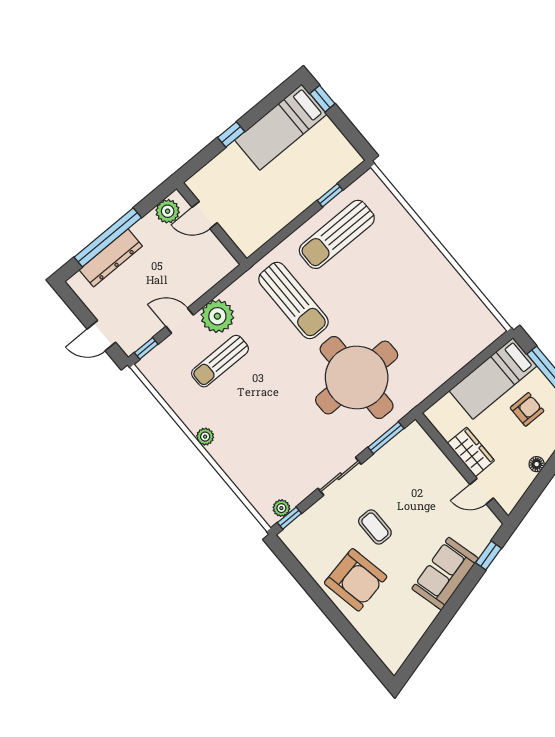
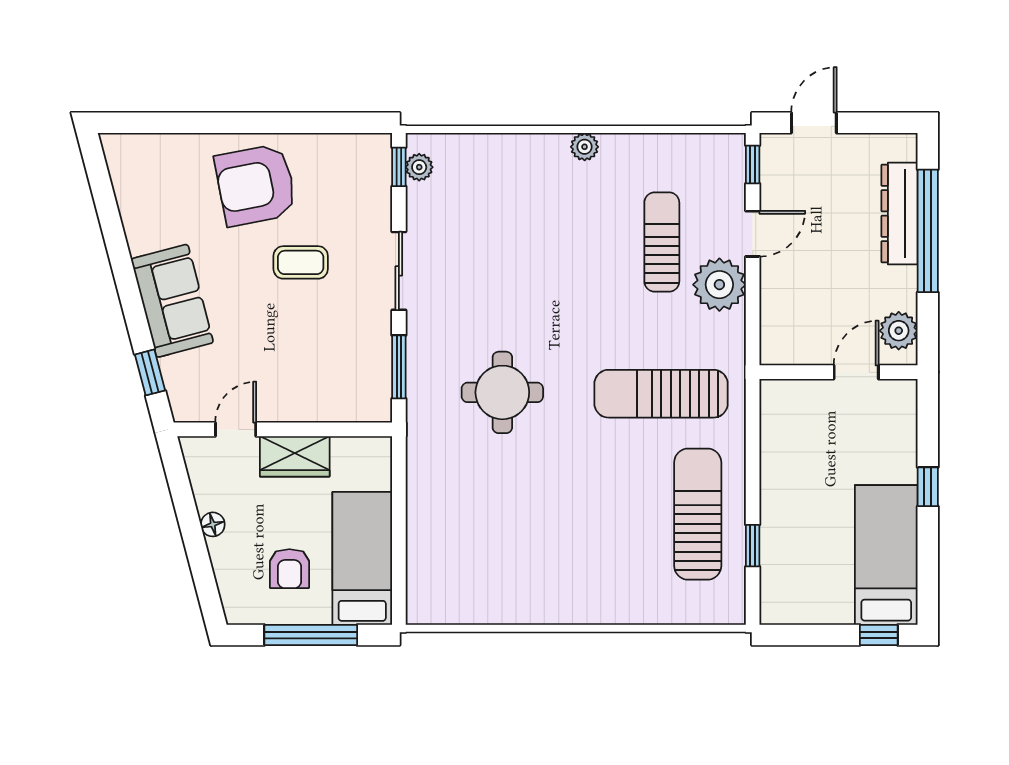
round table: (357, 378) -> (502, 392), width x0.54, depth x0.54

